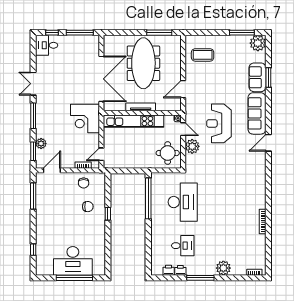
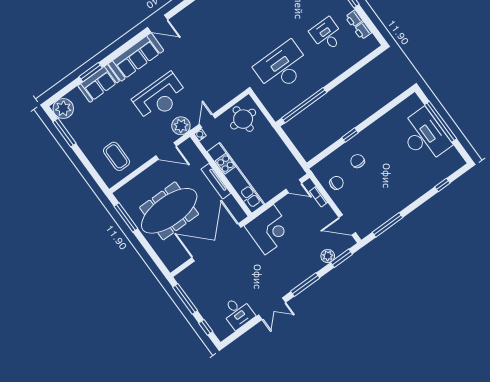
desk: (47, 45) -> (238, 313), moved
reception desk: (219, 123) -> (160, 97), moved
plant: (192, 146) -> (181, 126), moved

